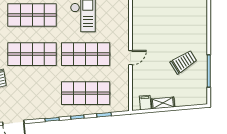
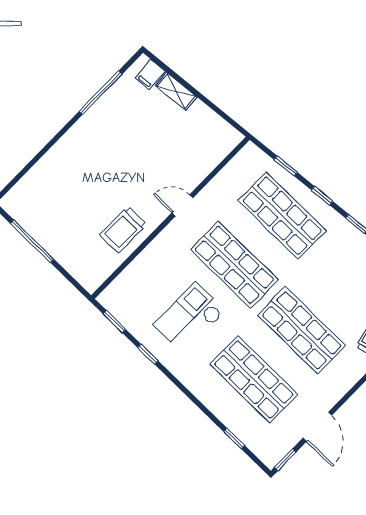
trolley: (183, 62) -> (123, 230), moved, turned -58
filing cabinet: (145, 103) -> (150, 75), moved
shelving: (163, 103) -> (176, 91), moved

